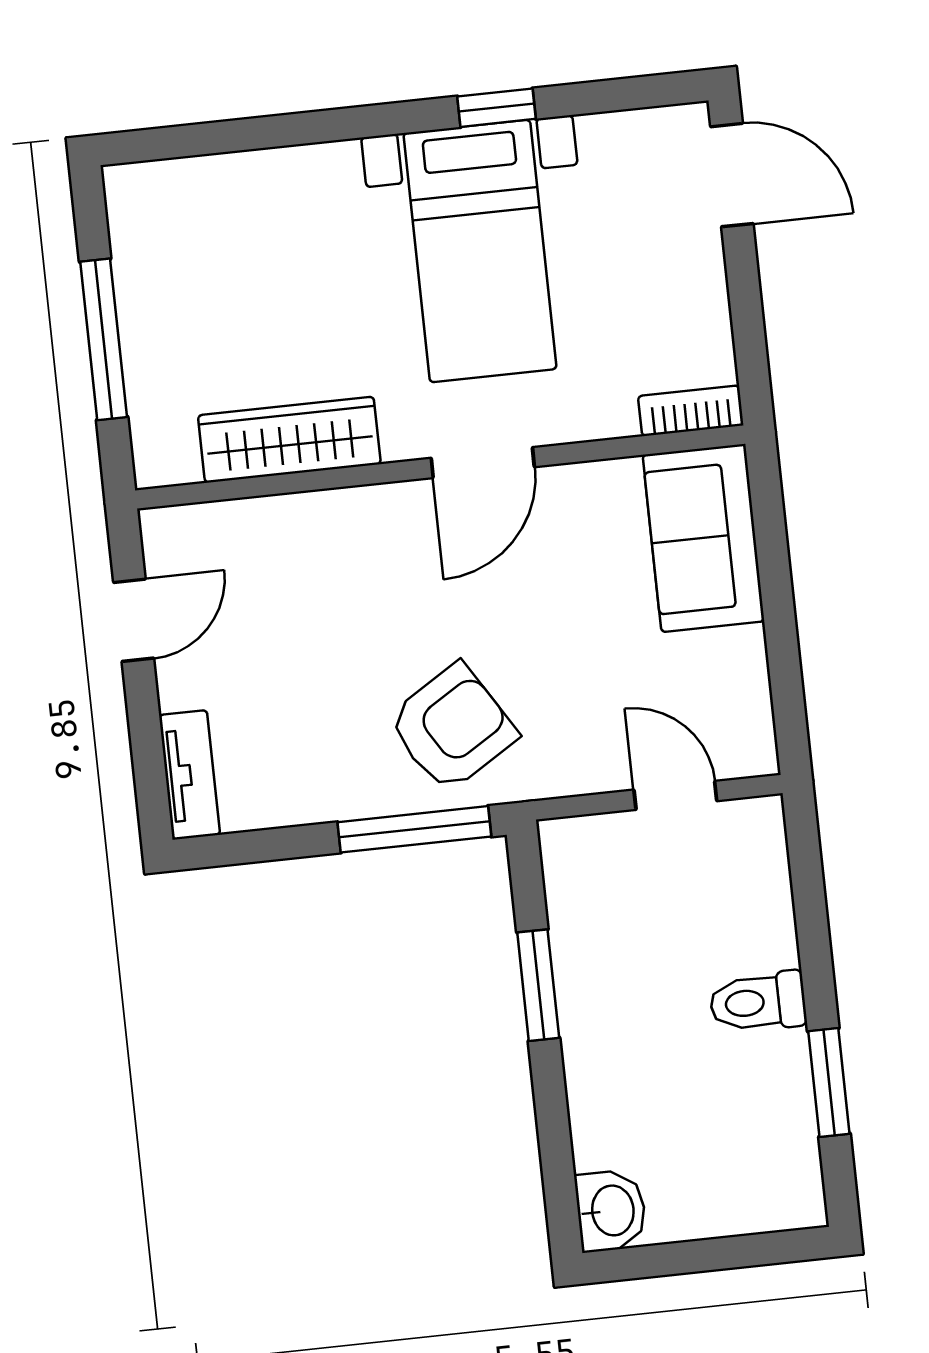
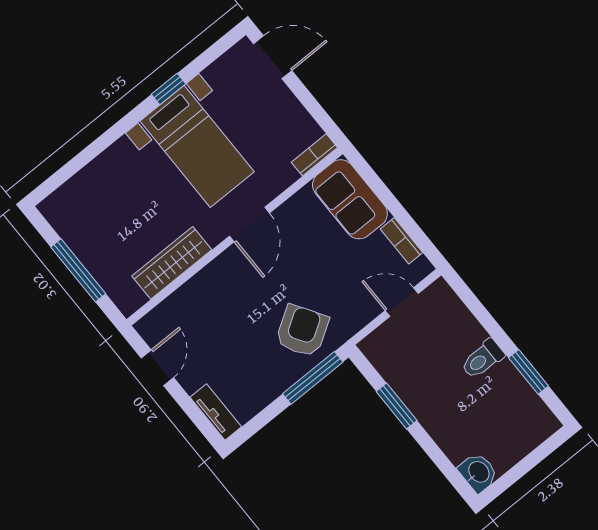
bookcase: (750, 679) -> (401, 241), added

